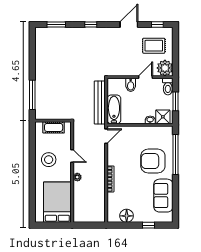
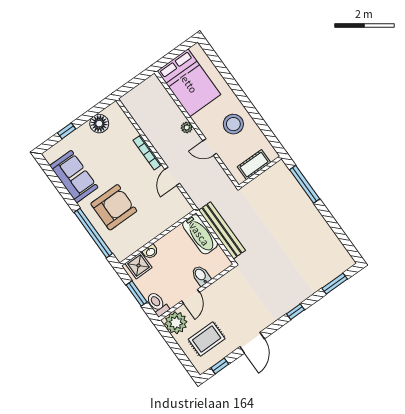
door: (106, 136) -> (172, 176), moved

